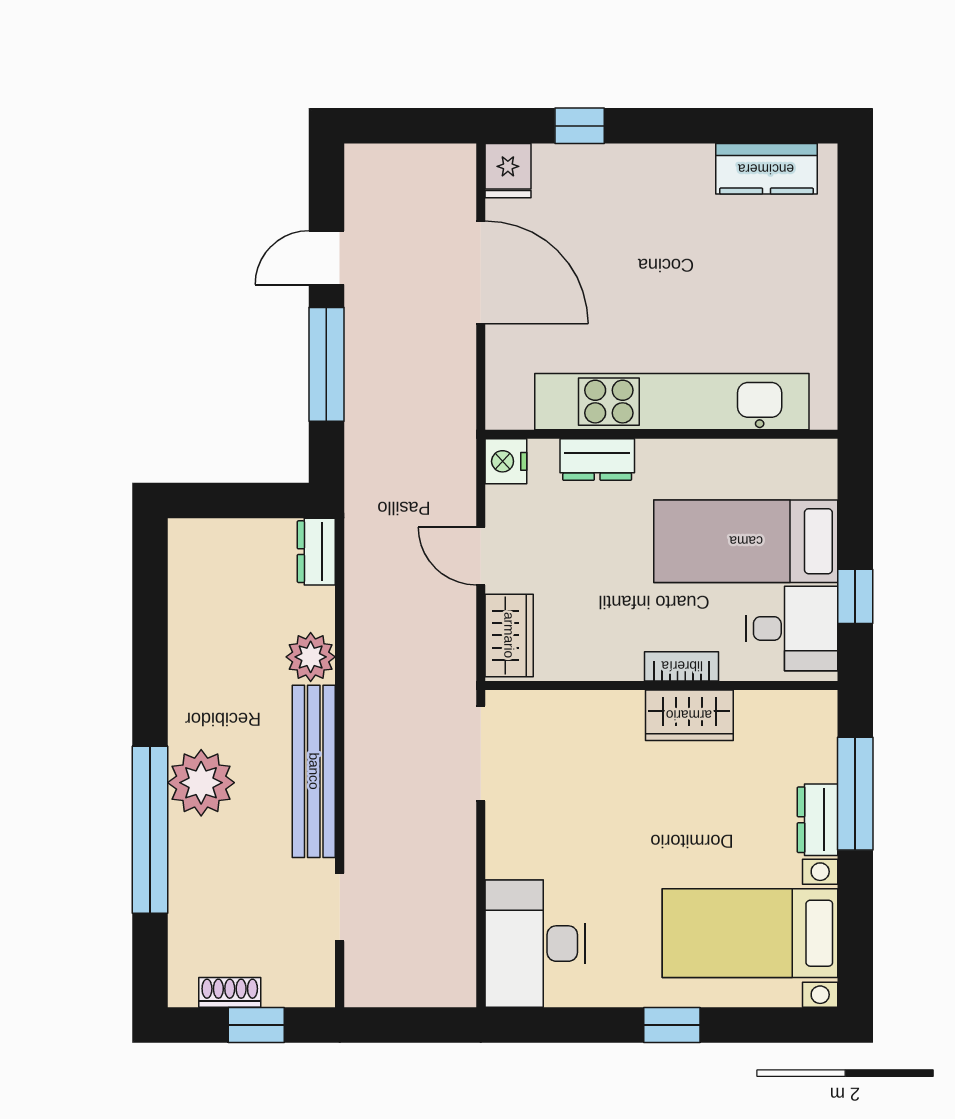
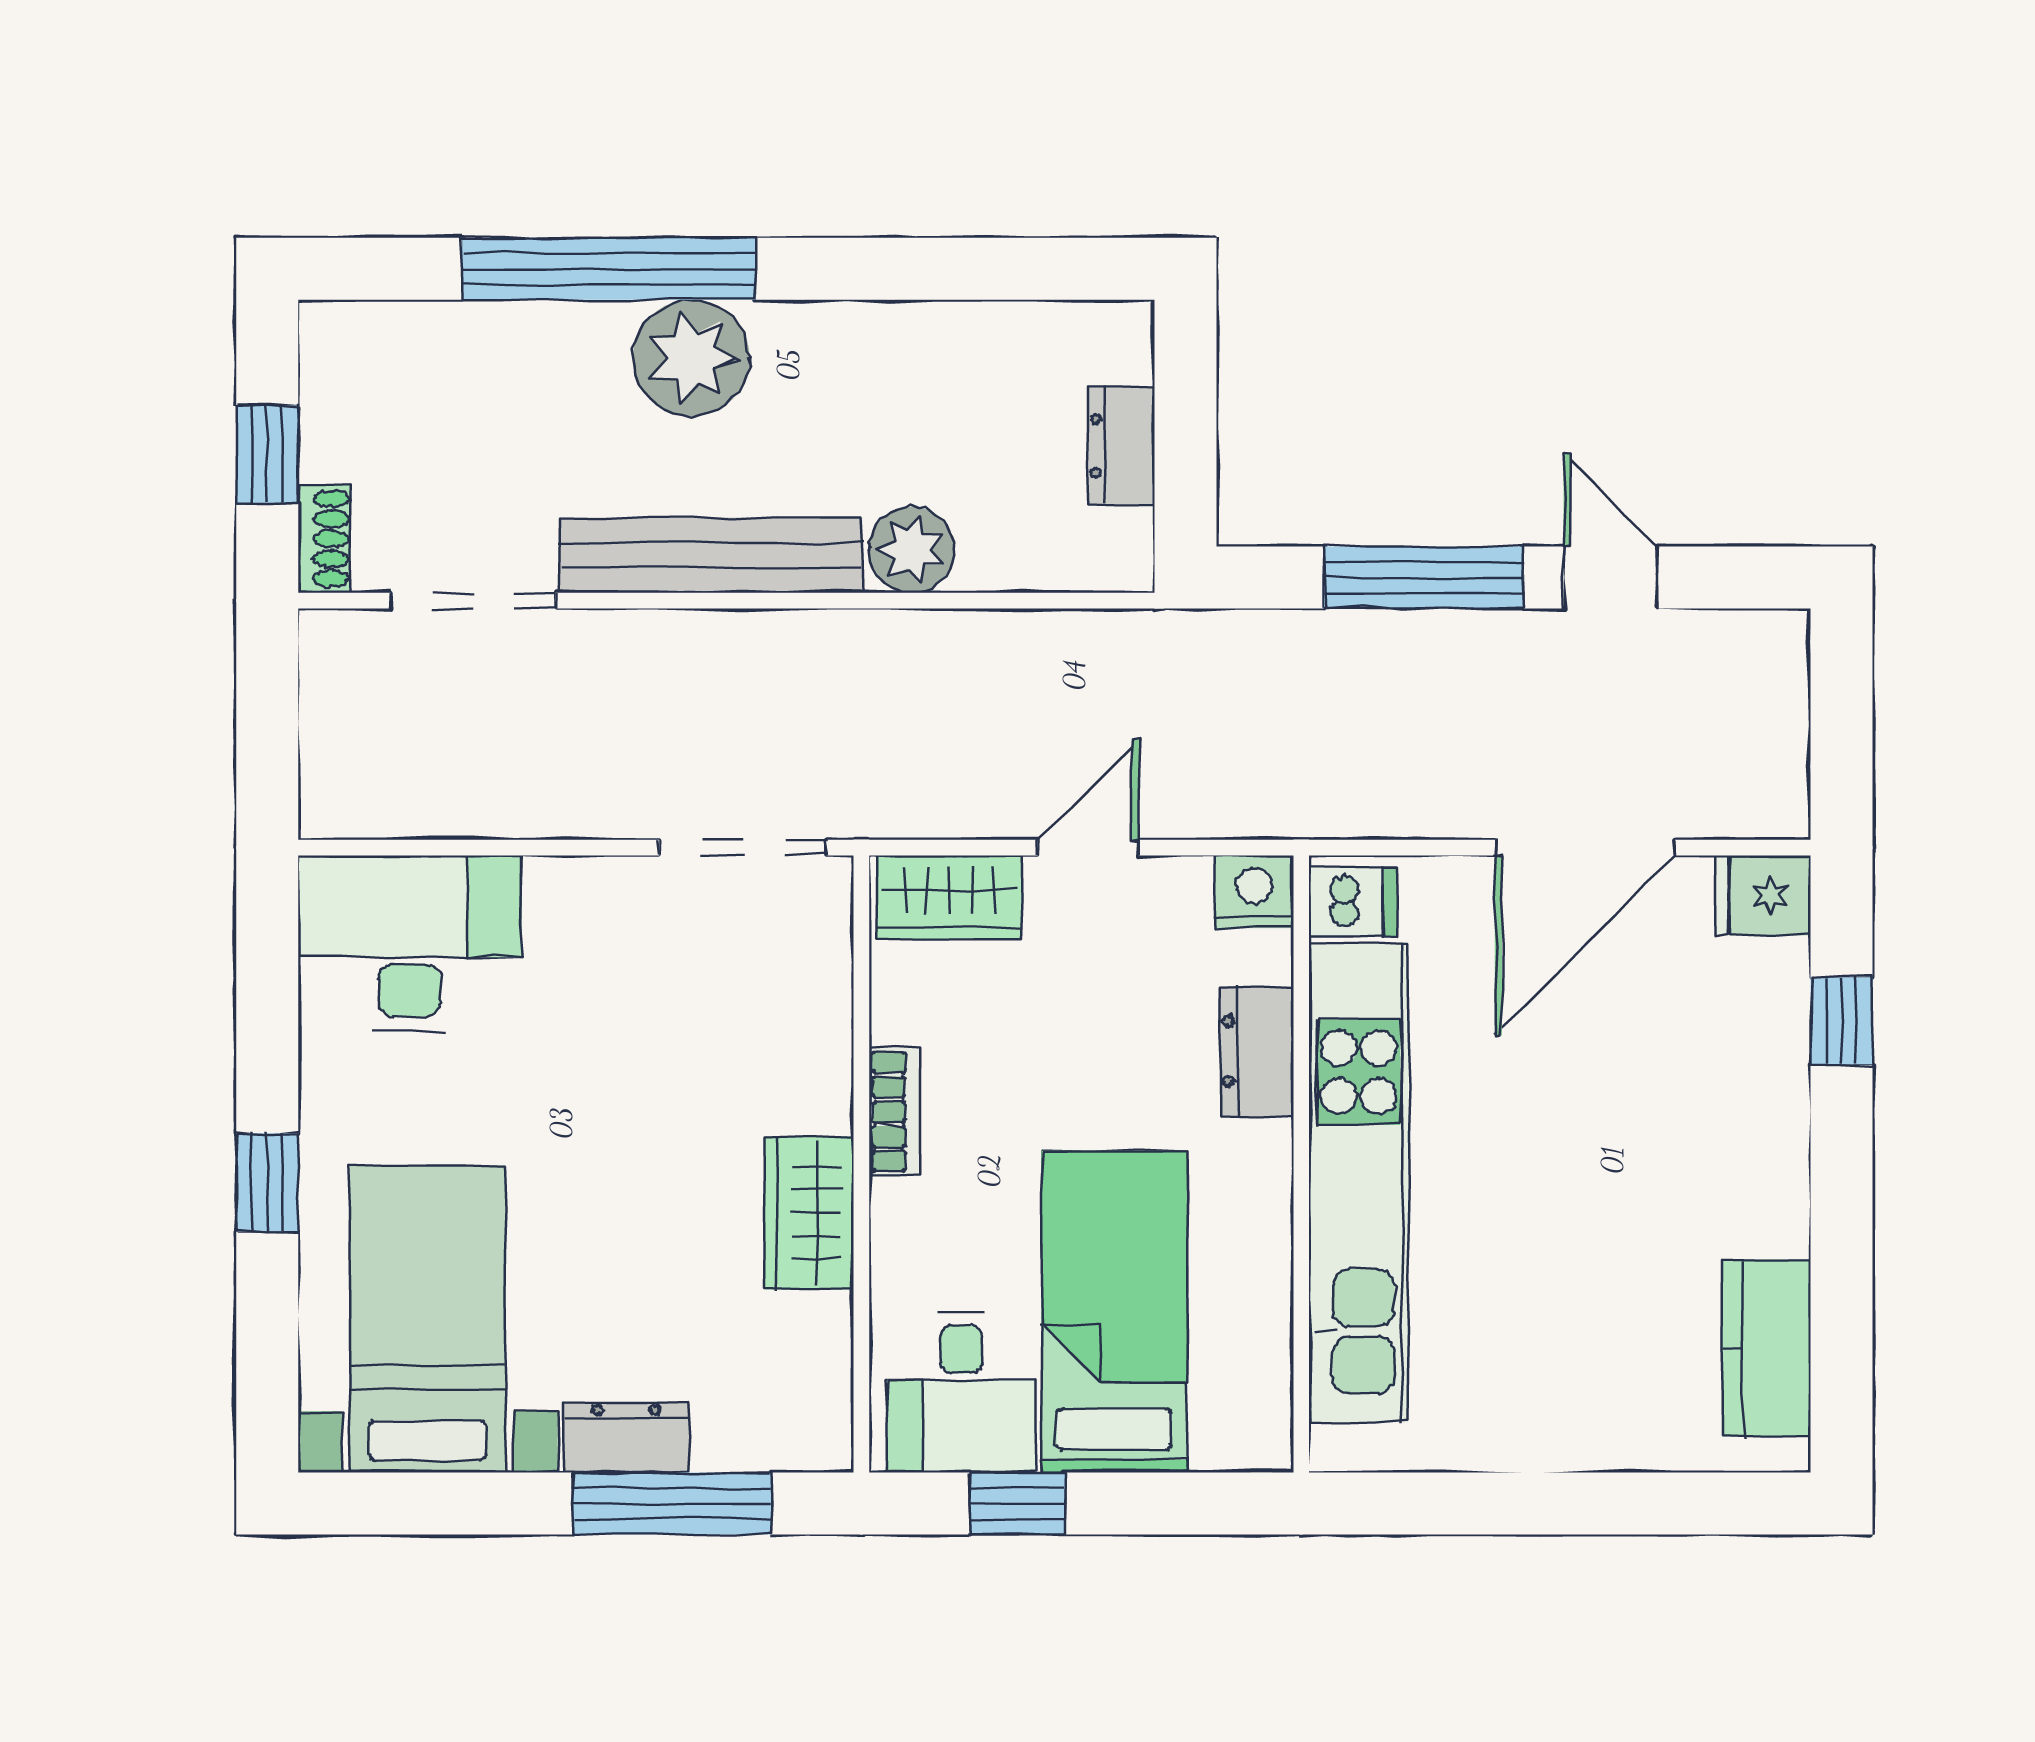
dishwasher: (512, 405) -> (1353, 902), added
dresser: (316, 552) -> (1122, 446), moved, turned -90
bookcase: (682, 666) -> (895, 1112), moved
doorway: (340, 907) -> (473, 601), width x1.38
shoe rack: (230, 992) -> (324, 539), moved

